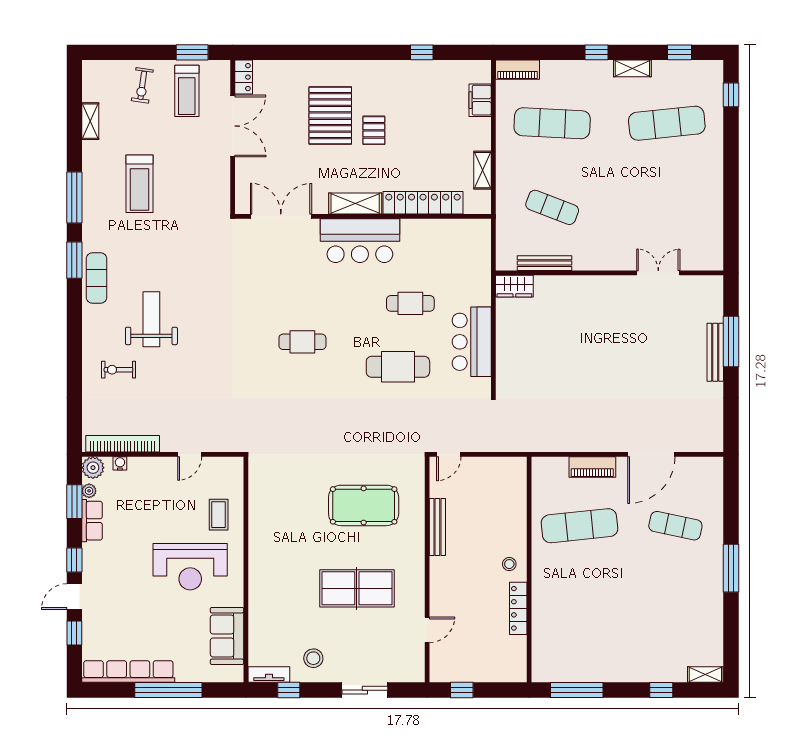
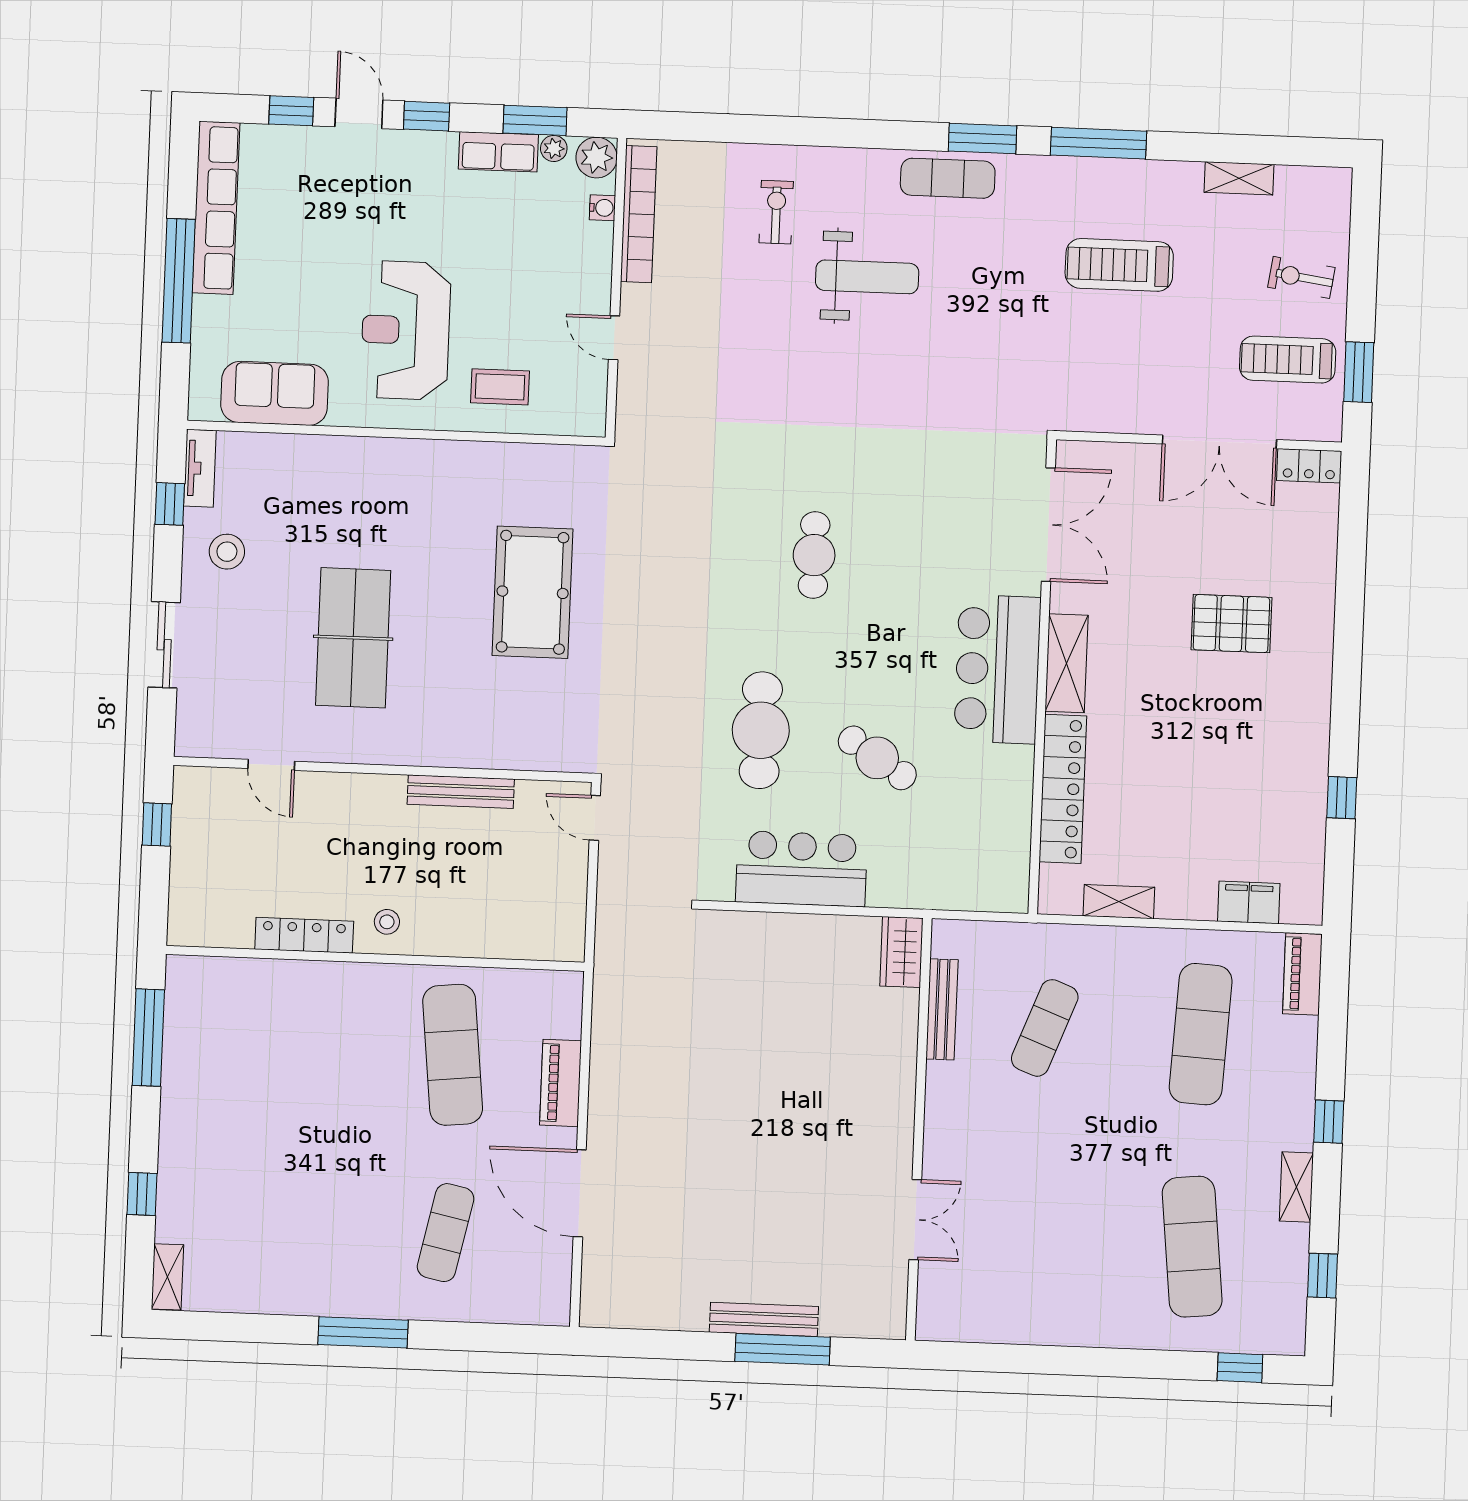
pallet: (330, 116) -> (1231, 624), width x0.73, depth x0.71
pallet: (374, 130) -> (1201, 703), removed
cafe table: (410, 303) -> (877, 758), turned -57
pool table: (364, 505) -> (533, 592), moved

